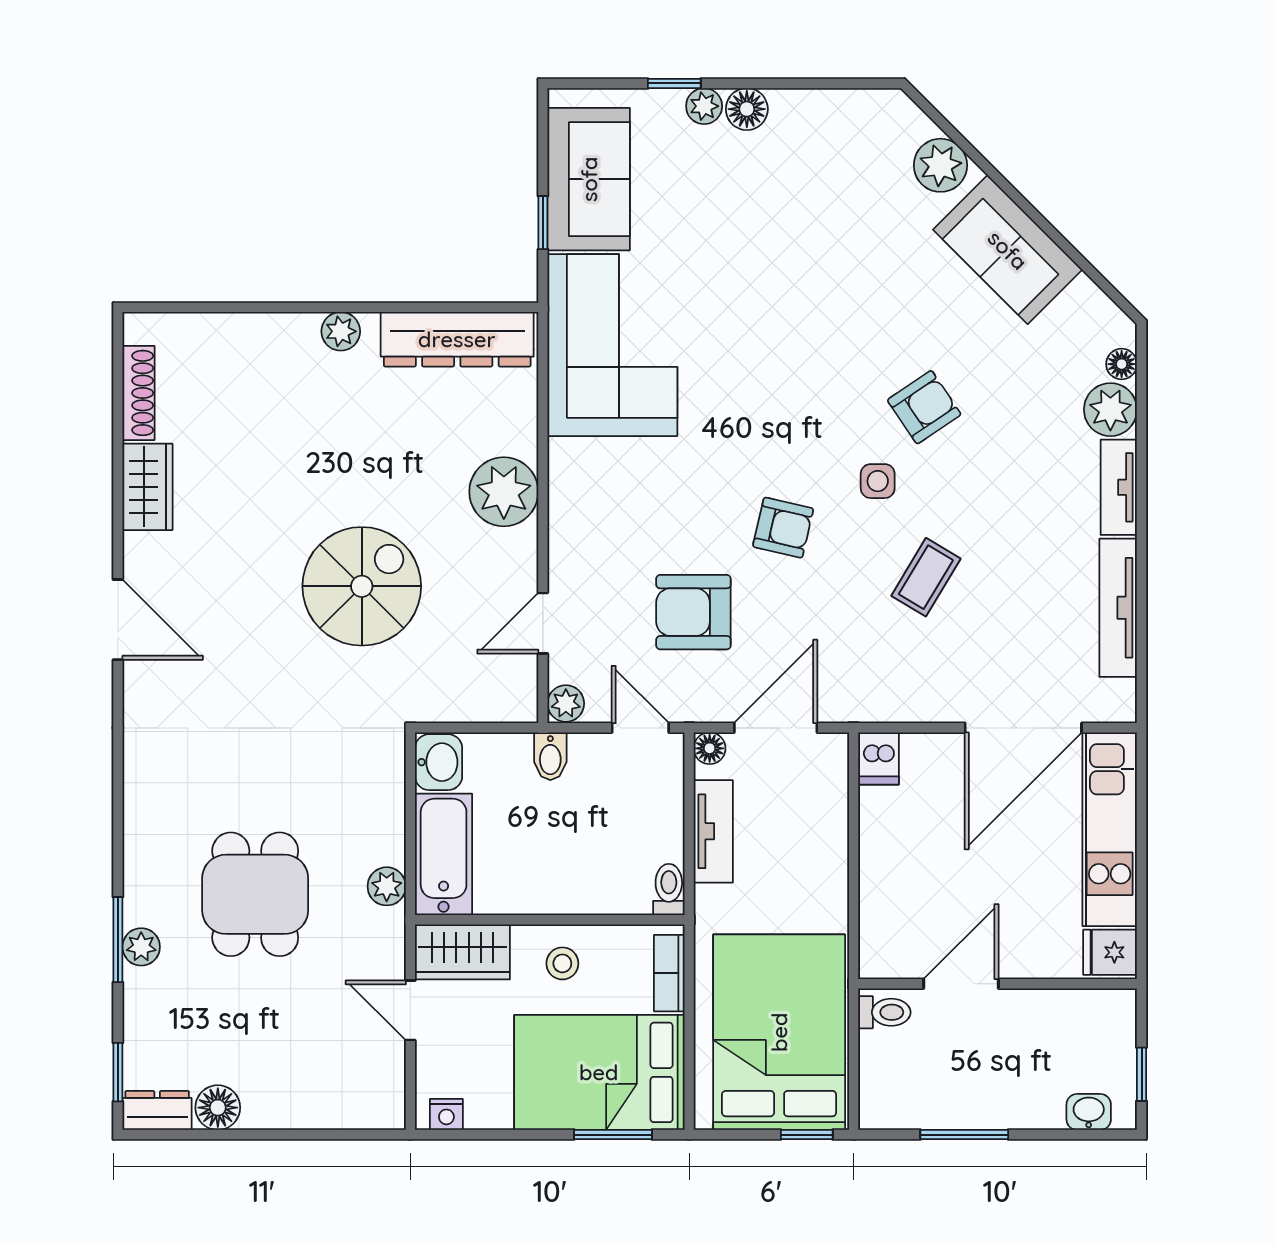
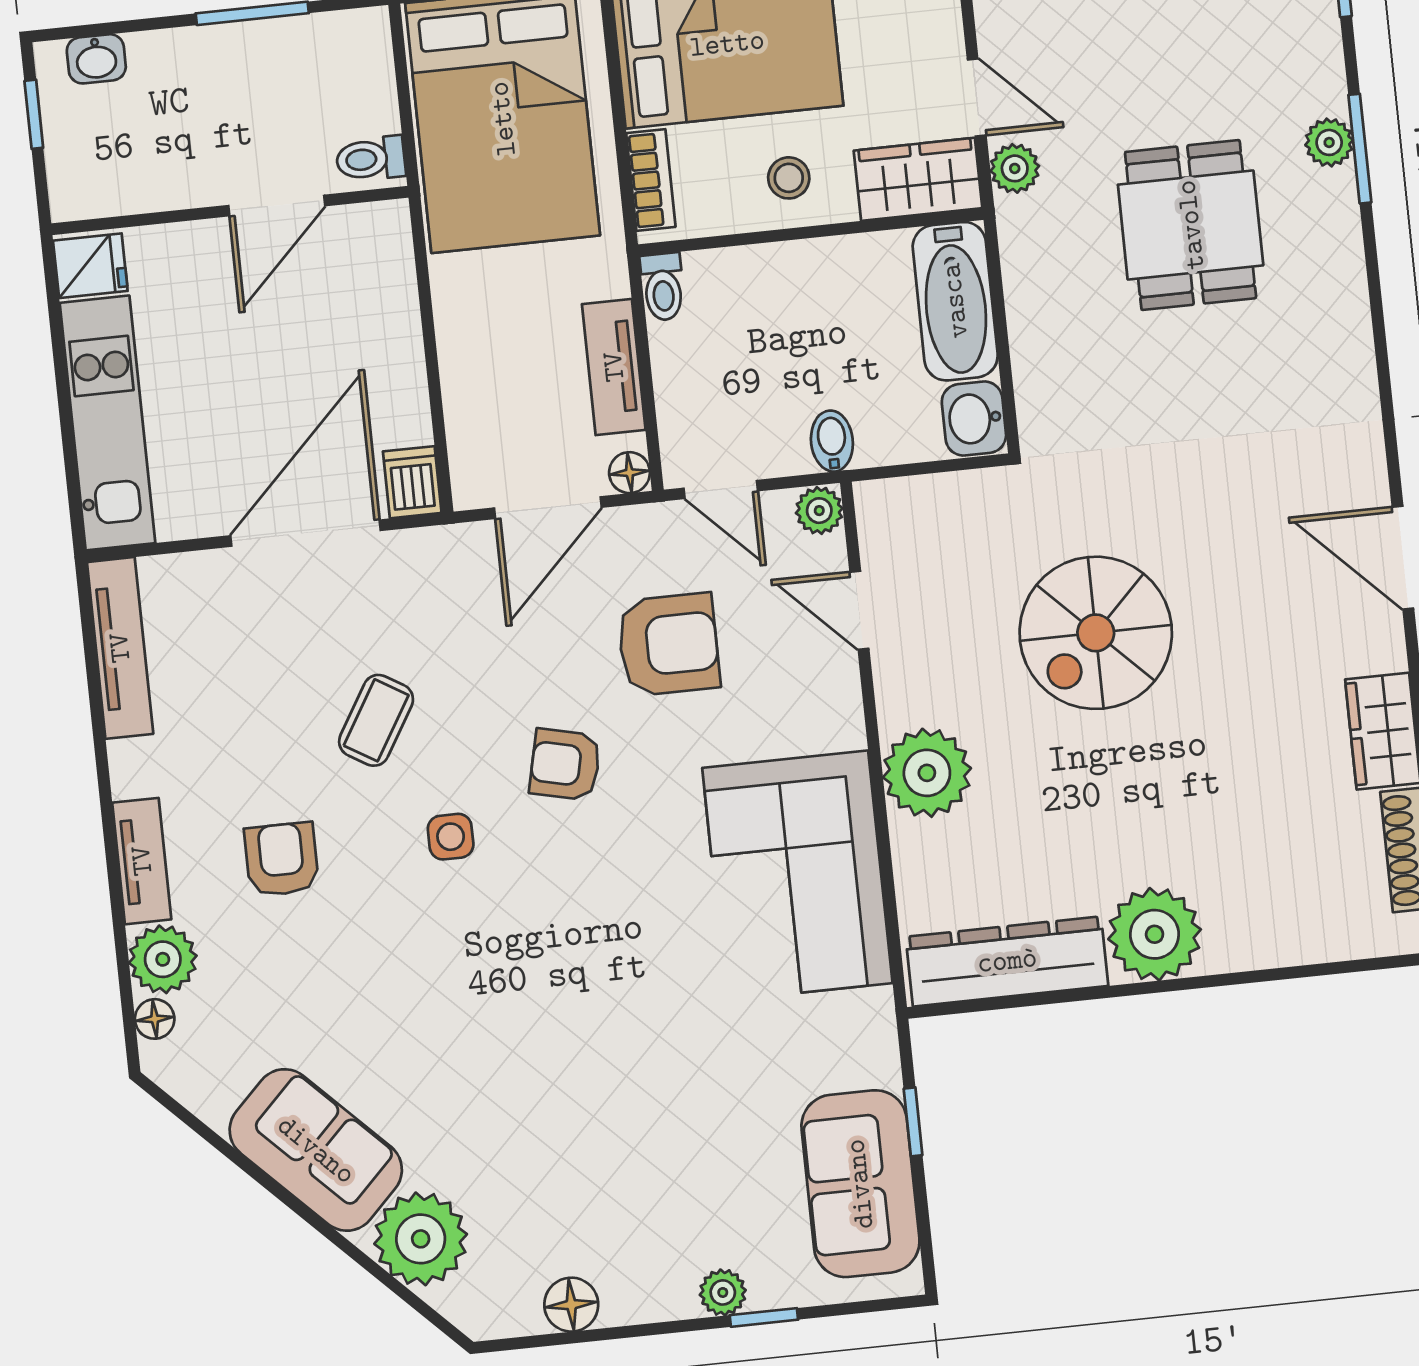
floor lamp: (747, 109) -> (571, 1305), moved
plant: (940, 165) -> (421, 1239), width x1.36, depth x1.36
plant: (341, 331) -> (1155, 934), width x1.87, depth x1.87
corner sofa: (612, 345) -> (797, 875), moved
armchair: (924, 407) -> (282, 859), moved, turned 124
tv unit: (1118, 608) -> (120, 648), moved
door: (543, 623) -> (859, 610), swing flipped
door: (1023, 728) -> (306, 533), moved
plant: (387, 886) -> (1015, 168), moved

